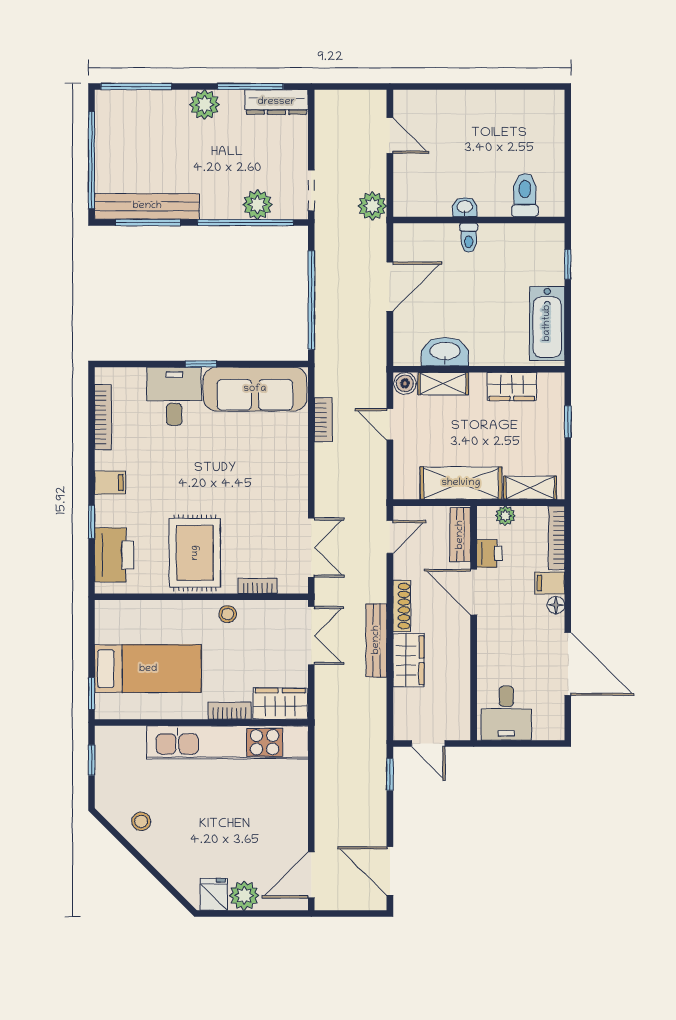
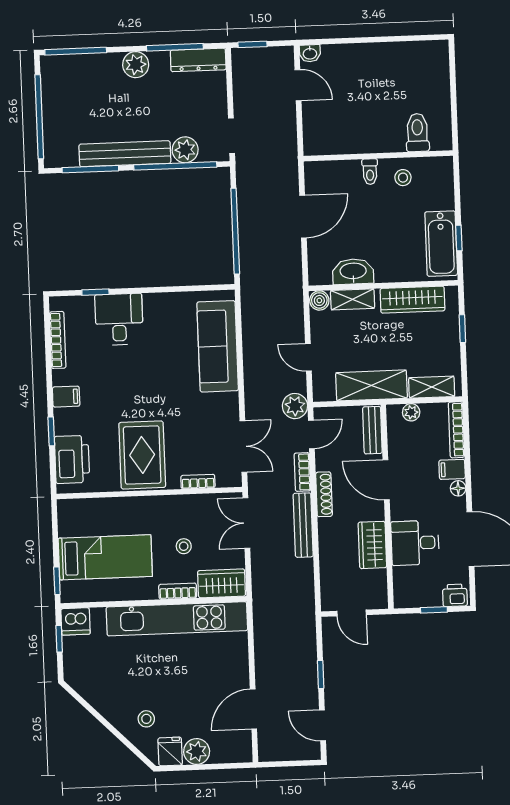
window: (339, 87) -> (252, 44), added
bench: (147, 206) -> (125, 154), moved
plant: (372, 206) -> (295, 406), moved
washbasin: (465, 207) -> (310, 53), moved, turned 180
stool: (506, 246) -> (403, 178), added
window: (568, 264) -> (459, 238), moved
window: (201, 364) -> (95, 292), moved
wardrobe: (512, 387) -> (412, 300), width x1.50
sofa: (255, 389) -> (218, 346), moved, turned 90
bookcase: (323, 420) -> (302, 472), moved, turned 180
door: (390, 424) -> (308, 357), moved
printer: (489, 553) -> (455, 595), moved, turned -90
stool: (228, 614) -> (184, 546), moved
double door: (311, 636) -> (246, 523), swing flipped
wardrobe: (408, 660) -> (372, 545), moved, turned 180
desk: (506, 713) -> (415, 543), moved, turned 90
dishwasher: (111, 741) -> (76, 621), added
window: (523, 743) -> (434, 610), added
window: (390, 774) -> (321, 675), moved
stool: (141, 821) -> (146, 719), moved
door: (390, 871) -> (323, 725), width x0.73
door: (311, 875) -> (253, 709), moved

